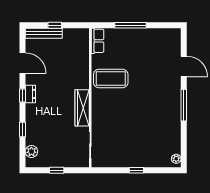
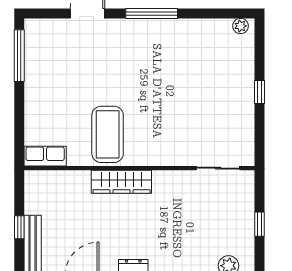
window: (131, 25) -> (19, 56), moved
wardrobe: (82, 108) -> (121, 182), moved

